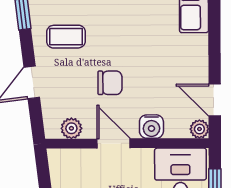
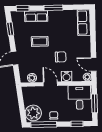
coffee table: (66, 37) -> (40, 41), moved
chair: (110, 83) -> (61, 57), moved

